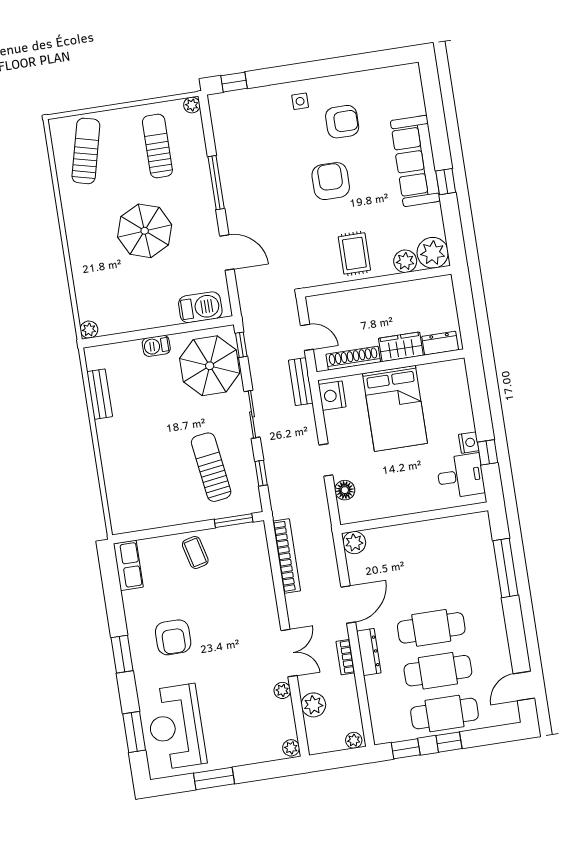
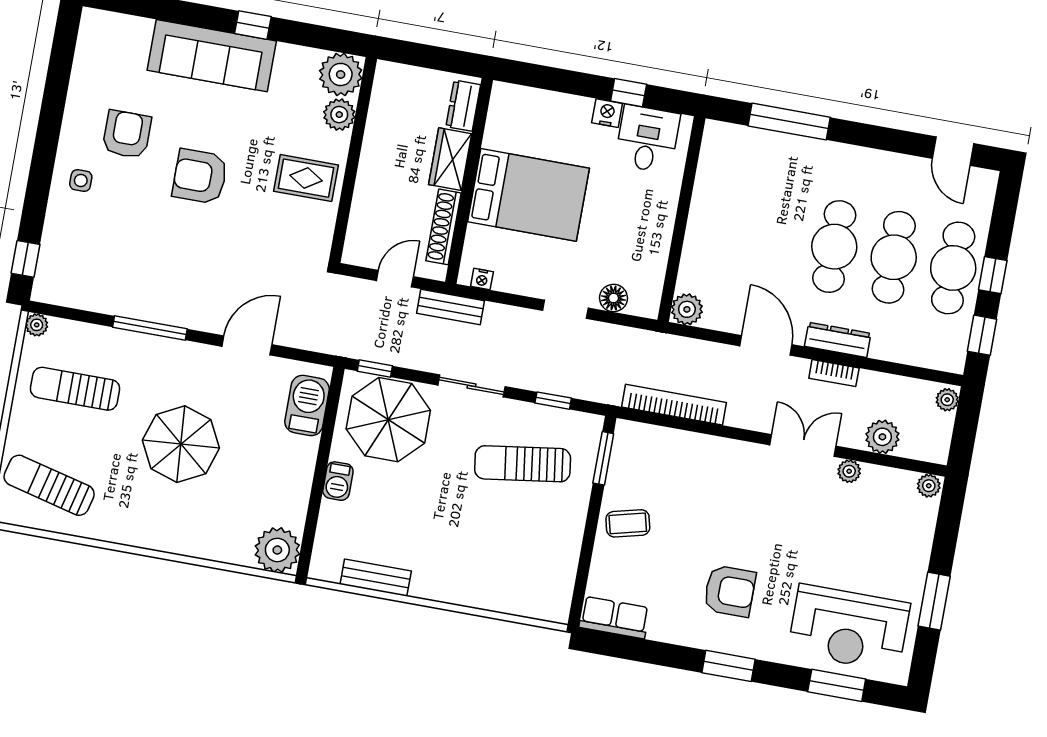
plant: (89, 330) -> (277, 550), width x1.88, depth x1.88
nightstand: (332, 396) -> (482, 279), width x0.53, depth x0.56

